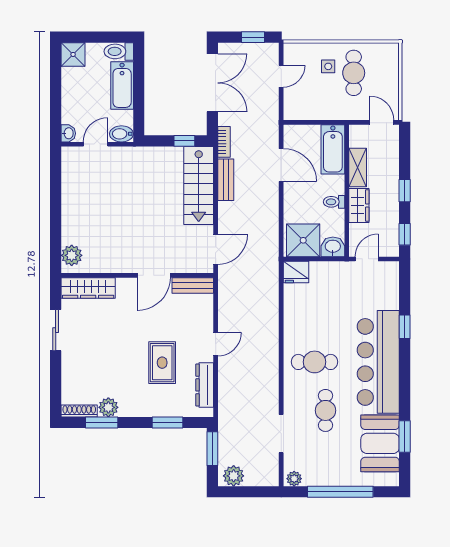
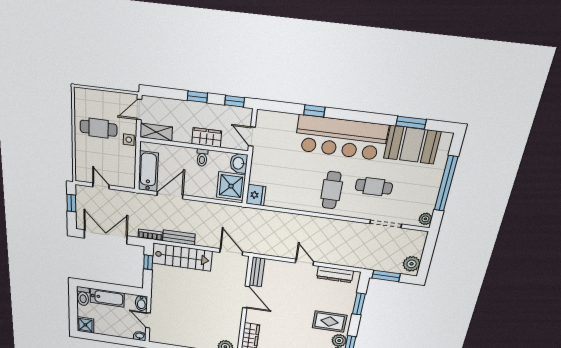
side table: (328, 66) -> (129, 140), moved
bathtub: (333, 149) -> (148, 171), moved, turned -90
shelving: (358, 167) -> (156, 132), moved
rug: (162, 363) -> (329, 322), moved

